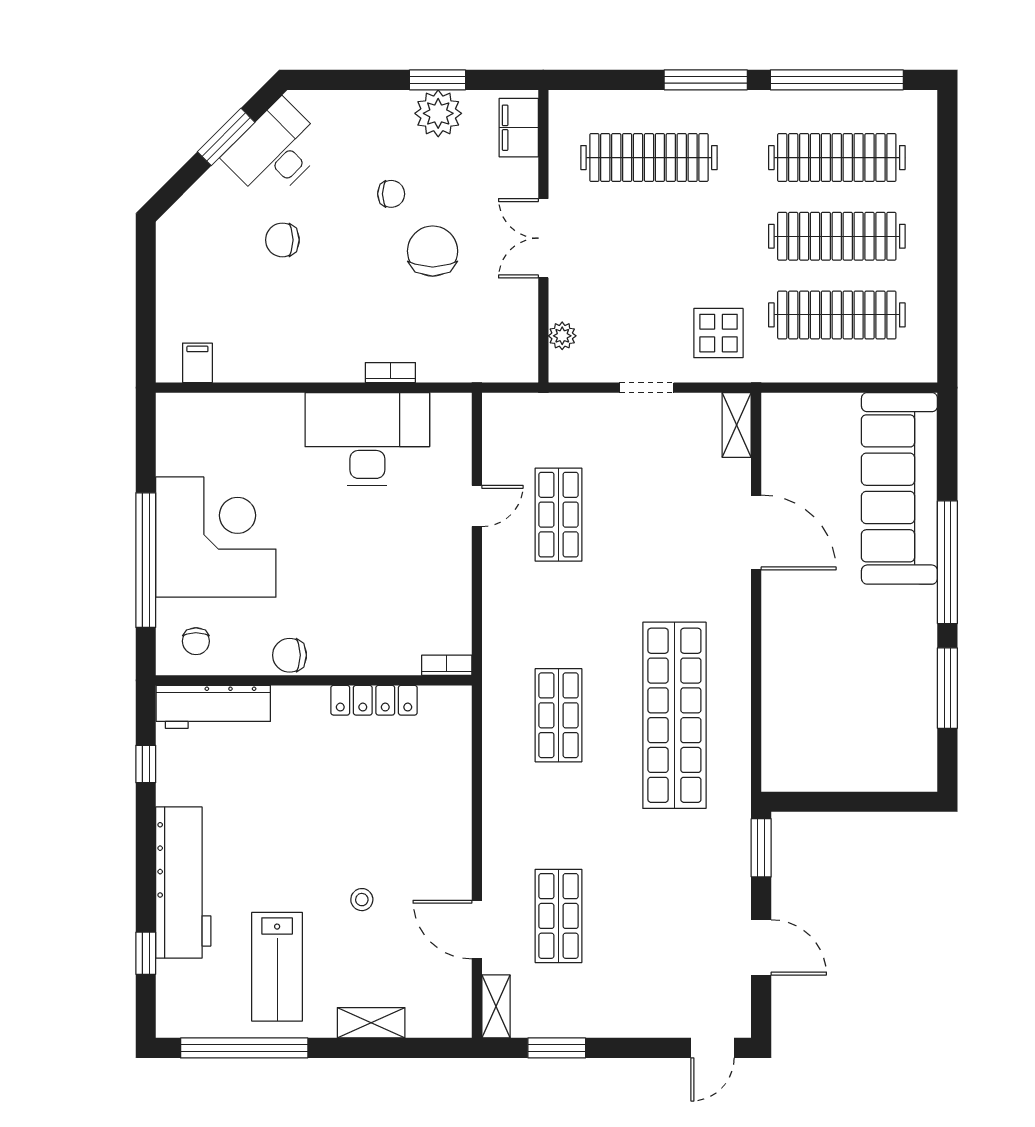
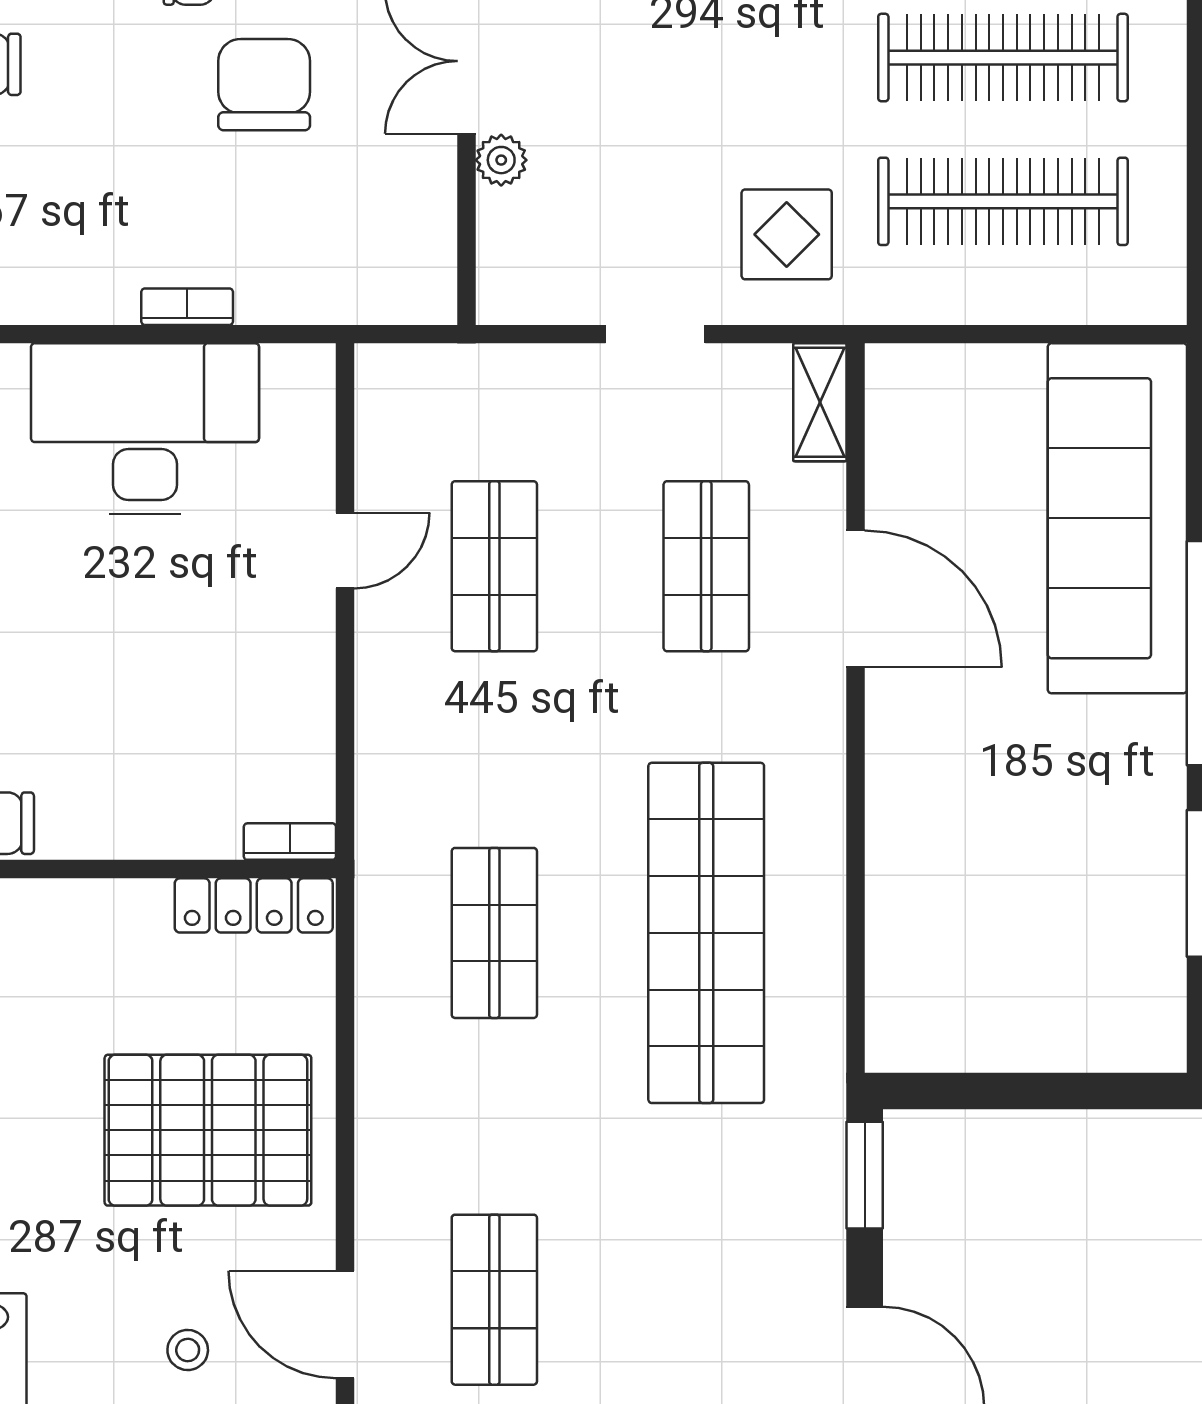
plant: (562, 336) -> (501, 160), moved
shop shelf: (674, 515) -> (706, 566), added
locker: (374, 700) -> (254, 905), moved
pallet: (402, 823) -> (208, 1130), added
stool: (362, 900) -> (188, 1350), moved

